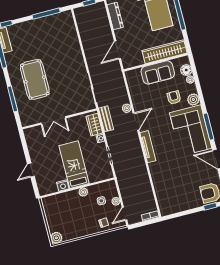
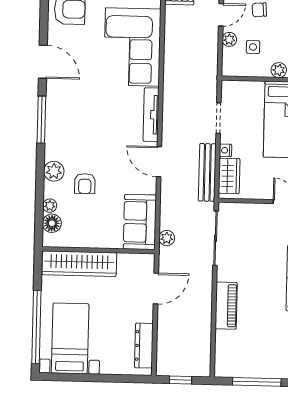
piano: (75, 51) -> (226, 306), added
sofa: (158, 72) -> (140, 222), moved, turned -90
plant: (127, 108) -> (167, 238), moved
bench: (106, 119) -> (207, 172), width x1.36
door: (136, 122) -> (159, 162), hinge flipped
corner sofa: (191, 130) -> (132, 47), moved, turned 180

